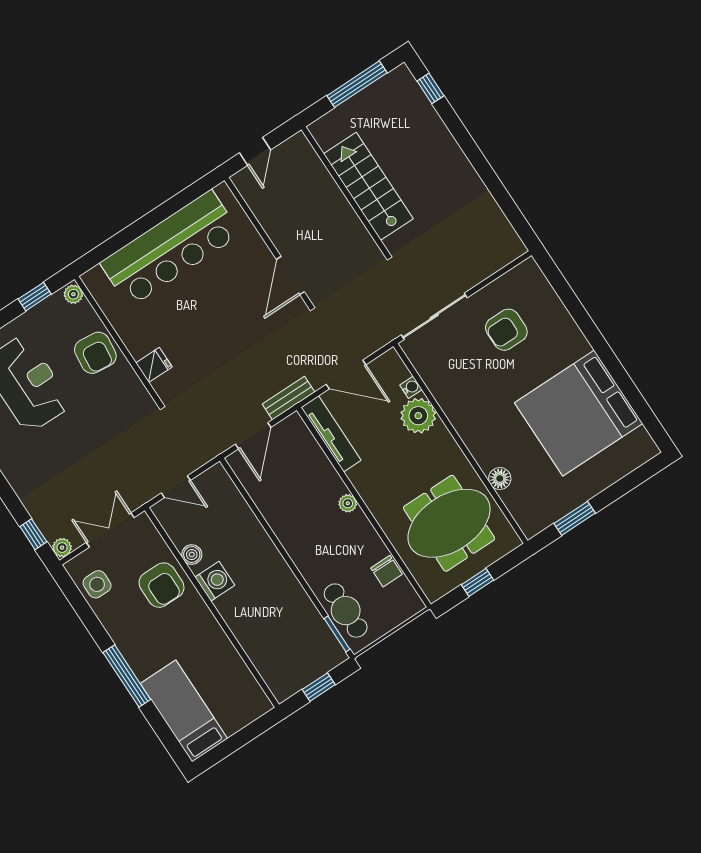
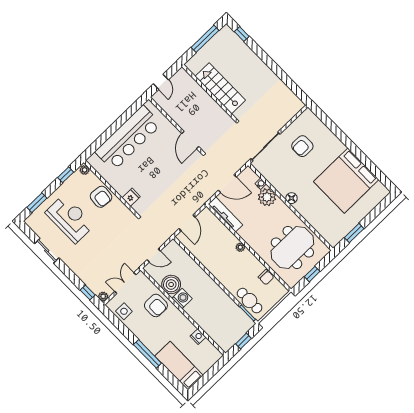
bench: (288, 398) -> (201, 201), removed
floor lamp: (500, 479) -> (291, 198), moved
boiler: (192, 555) -> (171, 284), width x1.86, depth x1.86
nightstand: (232, 661) -> (198, 337), added

